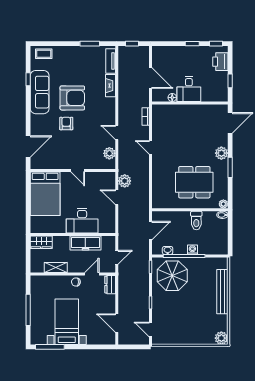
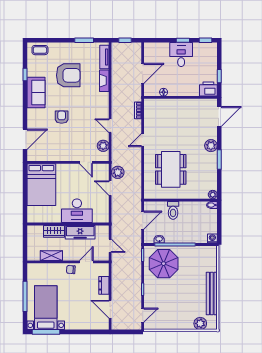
printer: (220, 62) -> (208, 89), moved, turned 90
door: (150, 78) -> (143, 73), hinge flipped
desk: (189, 89) -> (181, 55), moved, turned 180
sofa: (40, 92) -> (36, 92), width x0.73
armchair: (72, 98) -> (68, 75), moved
door: (150, 147) -> (143, 140), hinge flipped
door: (78, 170) -> (86, 162), moved
dining table: (194, 182) -> (171, 169), moved, turned 90
toilet: (196, 221) -> (173, 210), moved
wardrobe: (41, 242) -> (54, 231), moved
washing machine: (192, 250) -> (212, 239), moved
door: (117, 257) -> (110, 246), hinge flipped
dresser: (110, 285) -> (104, 285), moved
bench: (222, 292) -> (212, 294), moved
bed with nightstands: (67, 322) -> (46, 308), moved
door: (150, 329) -> (143, 315), swing flipped
plant: (221, 338) -> (200, 323), moved

